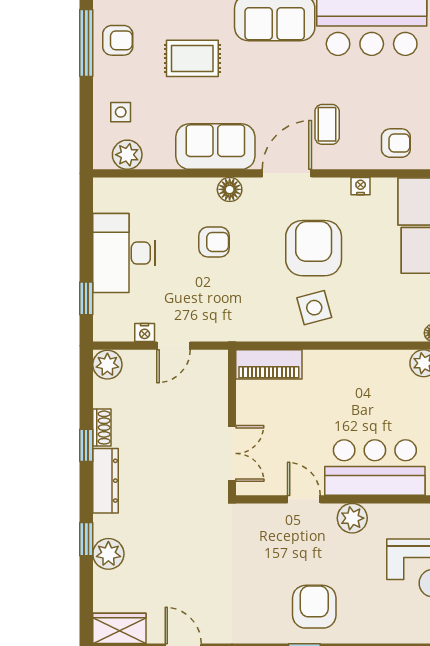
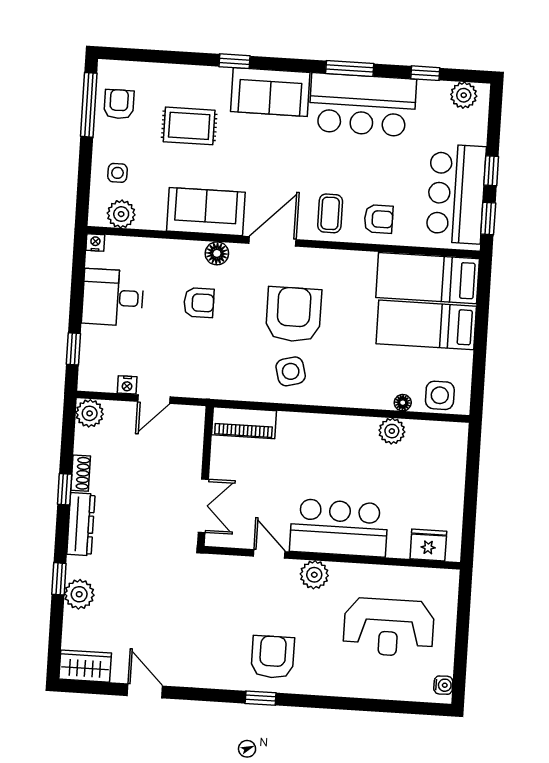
armchair: (118, 40) -> (119, 104), turned -90
coffee table: (327, 124) -> (330, 213), moved
nightstand: (361, 186) -> (95, 243), moved
desk: (124, 253) -> (113, 297), width x0.73

